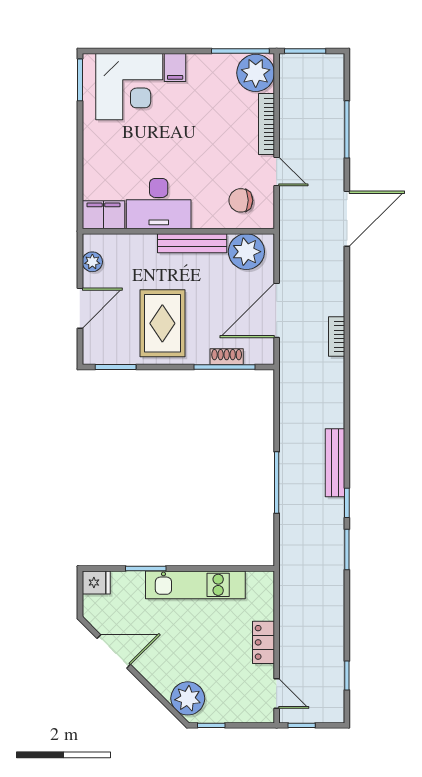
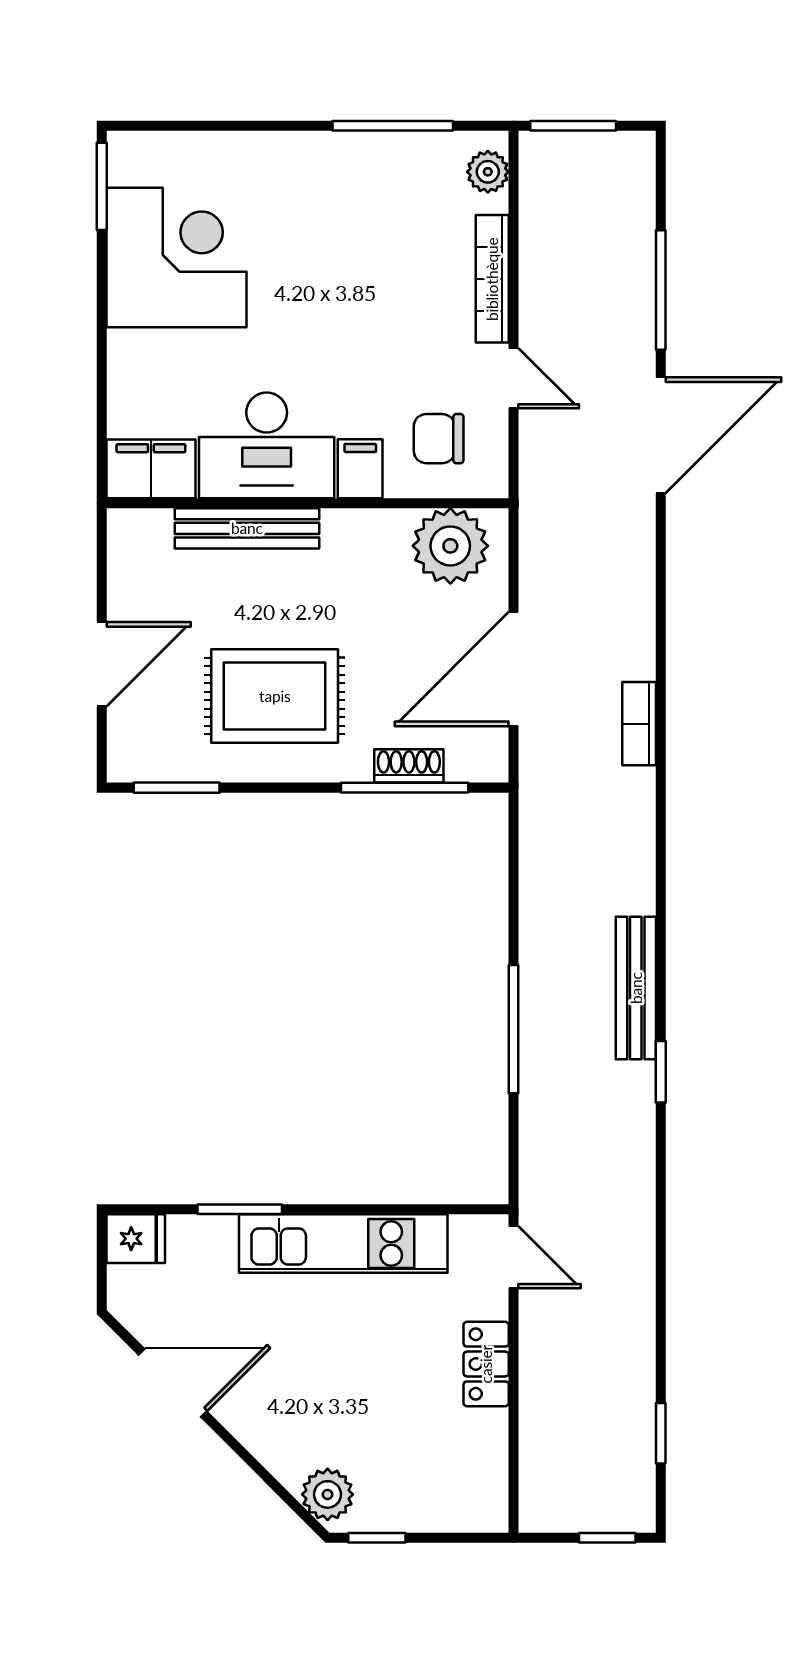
window: (240, 51) -> (393, 126), moved
filing cabinet: (175, 67) -> (360, 469), moved, turned 180
plant: (256, 73) -> (488, 172), width x0.53, depth x0.53
corner desk: (129, 87) -> (176, 258), moved, turned -90
door: (347, 219) -> (661, 435), moved
bench: (192, 243) -> (247, 528), moved
plant: (92, 262) -> (128, 567), removed
rug: (162, 323) -> (275, 696), turned 90
window: (347, 549) -> (661, 1169), removed
door: (277, 694) -> (514, 1257), moved
plant: (188, 698) -> (328, 1494), width x0.73, depth x0.73
window: (302, 725) -> (607, 1538), moved

